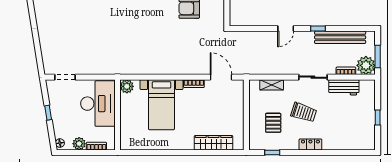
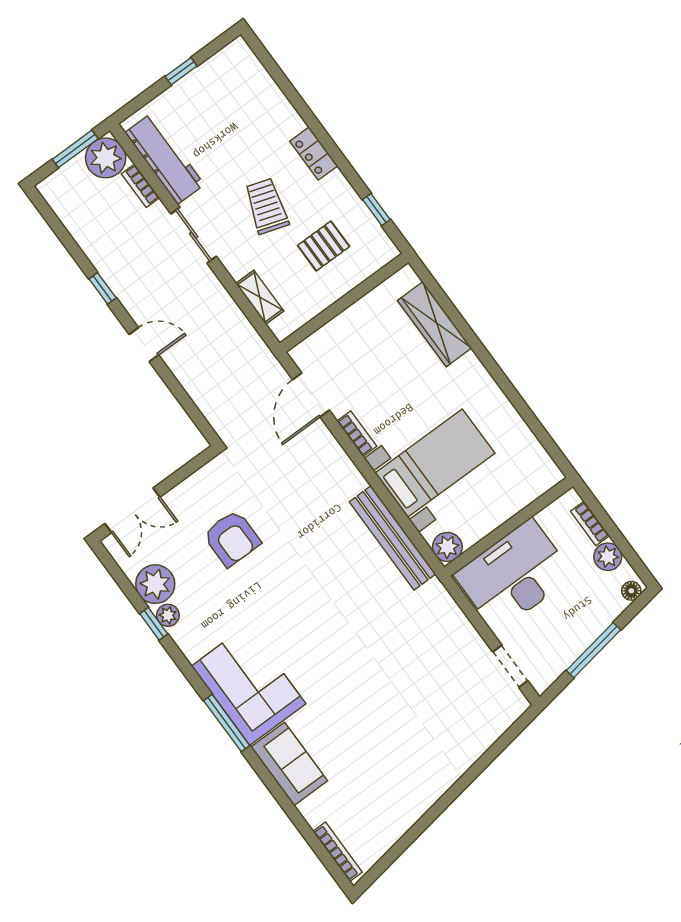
bench: (340, 37) -> (393, 538), moved
workbench: (344, 87) -> (165, 159), width x1.38
window: (48, 113) -> (594, 650), width x2.17

